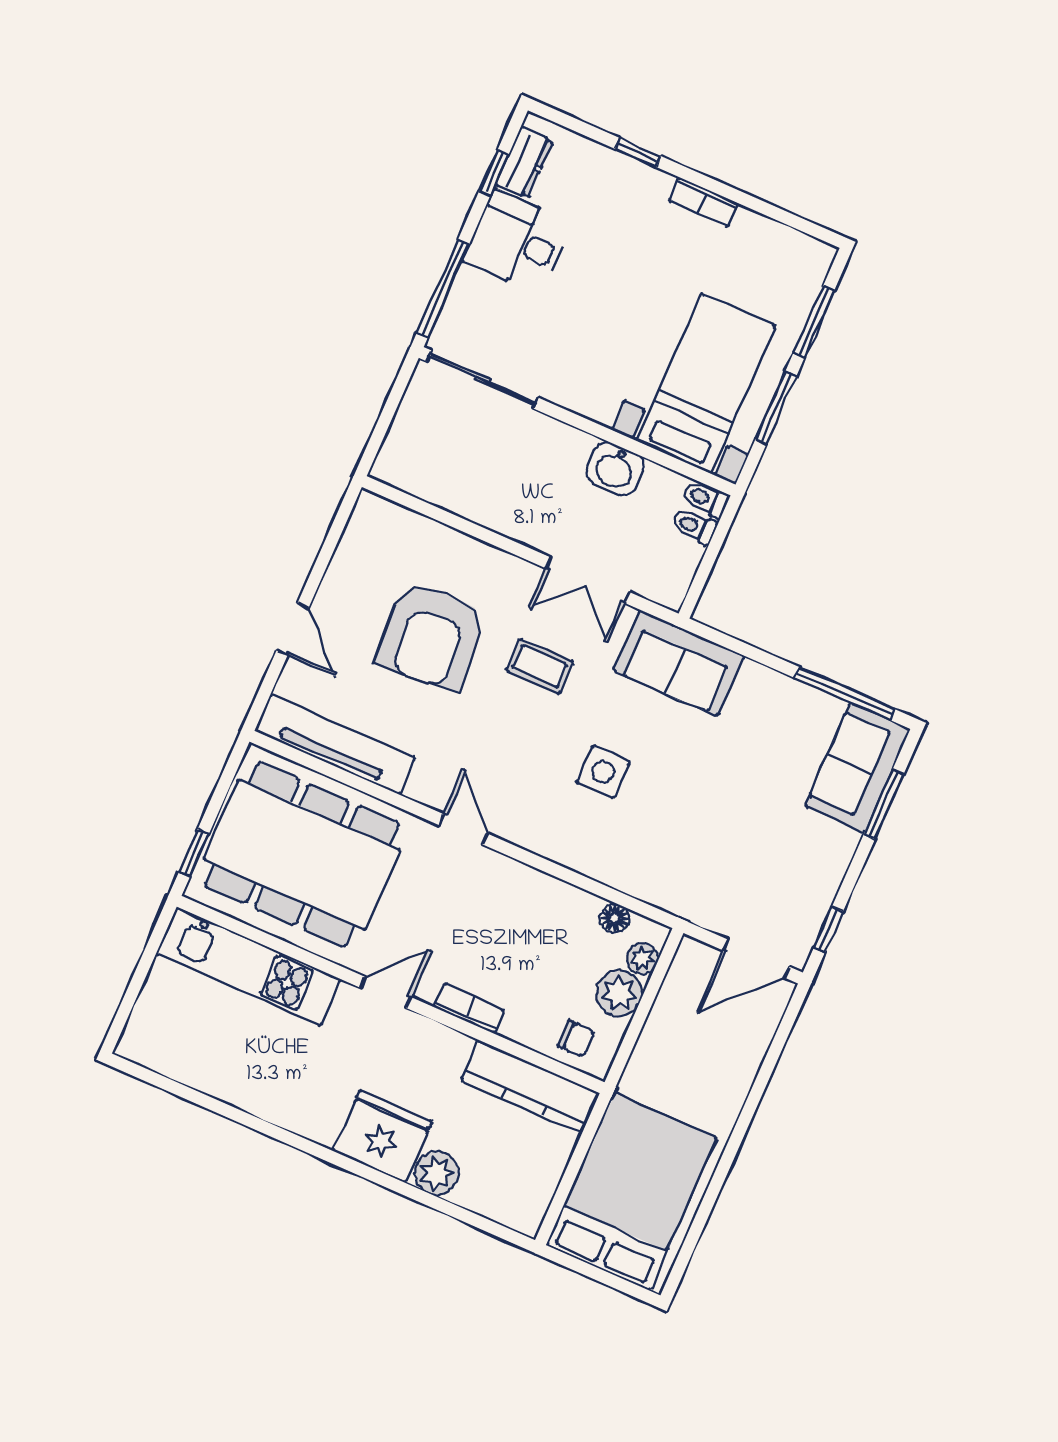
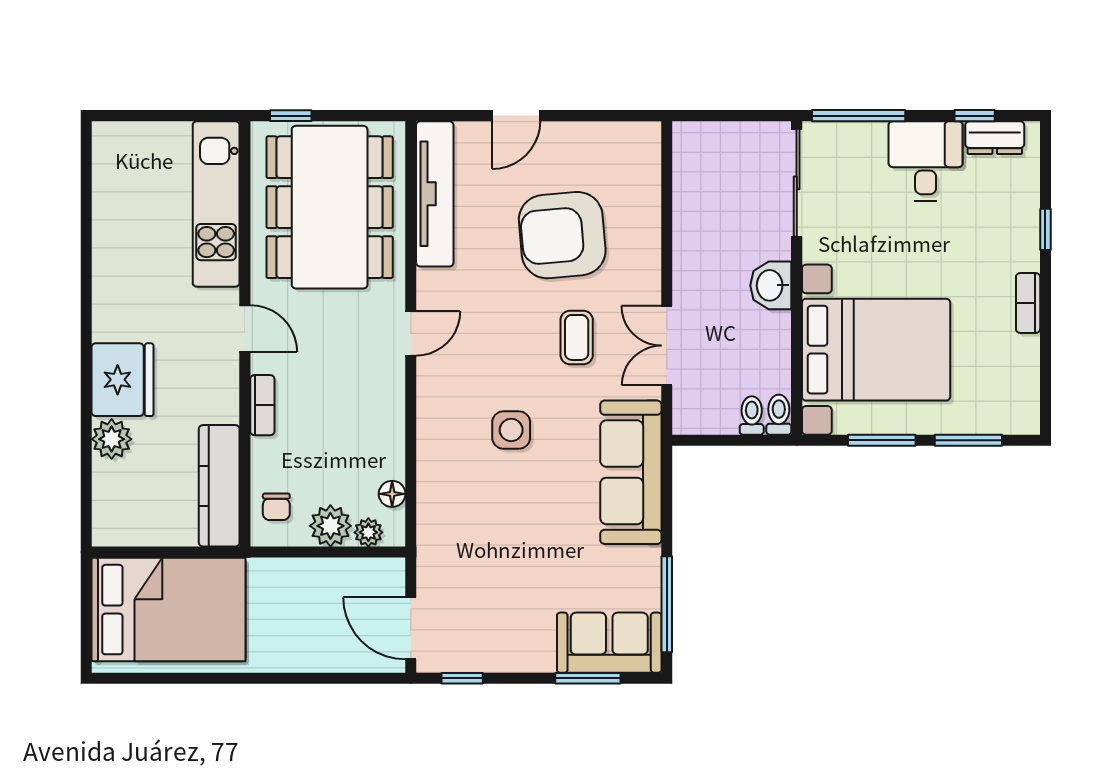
bed with nightstands: (706, 384) -> (876, 350), width x1.36
washbasin: (615, 469) -> (771, 285), moved
sofa: (679, 663) -> (631, 472), width x1.36

